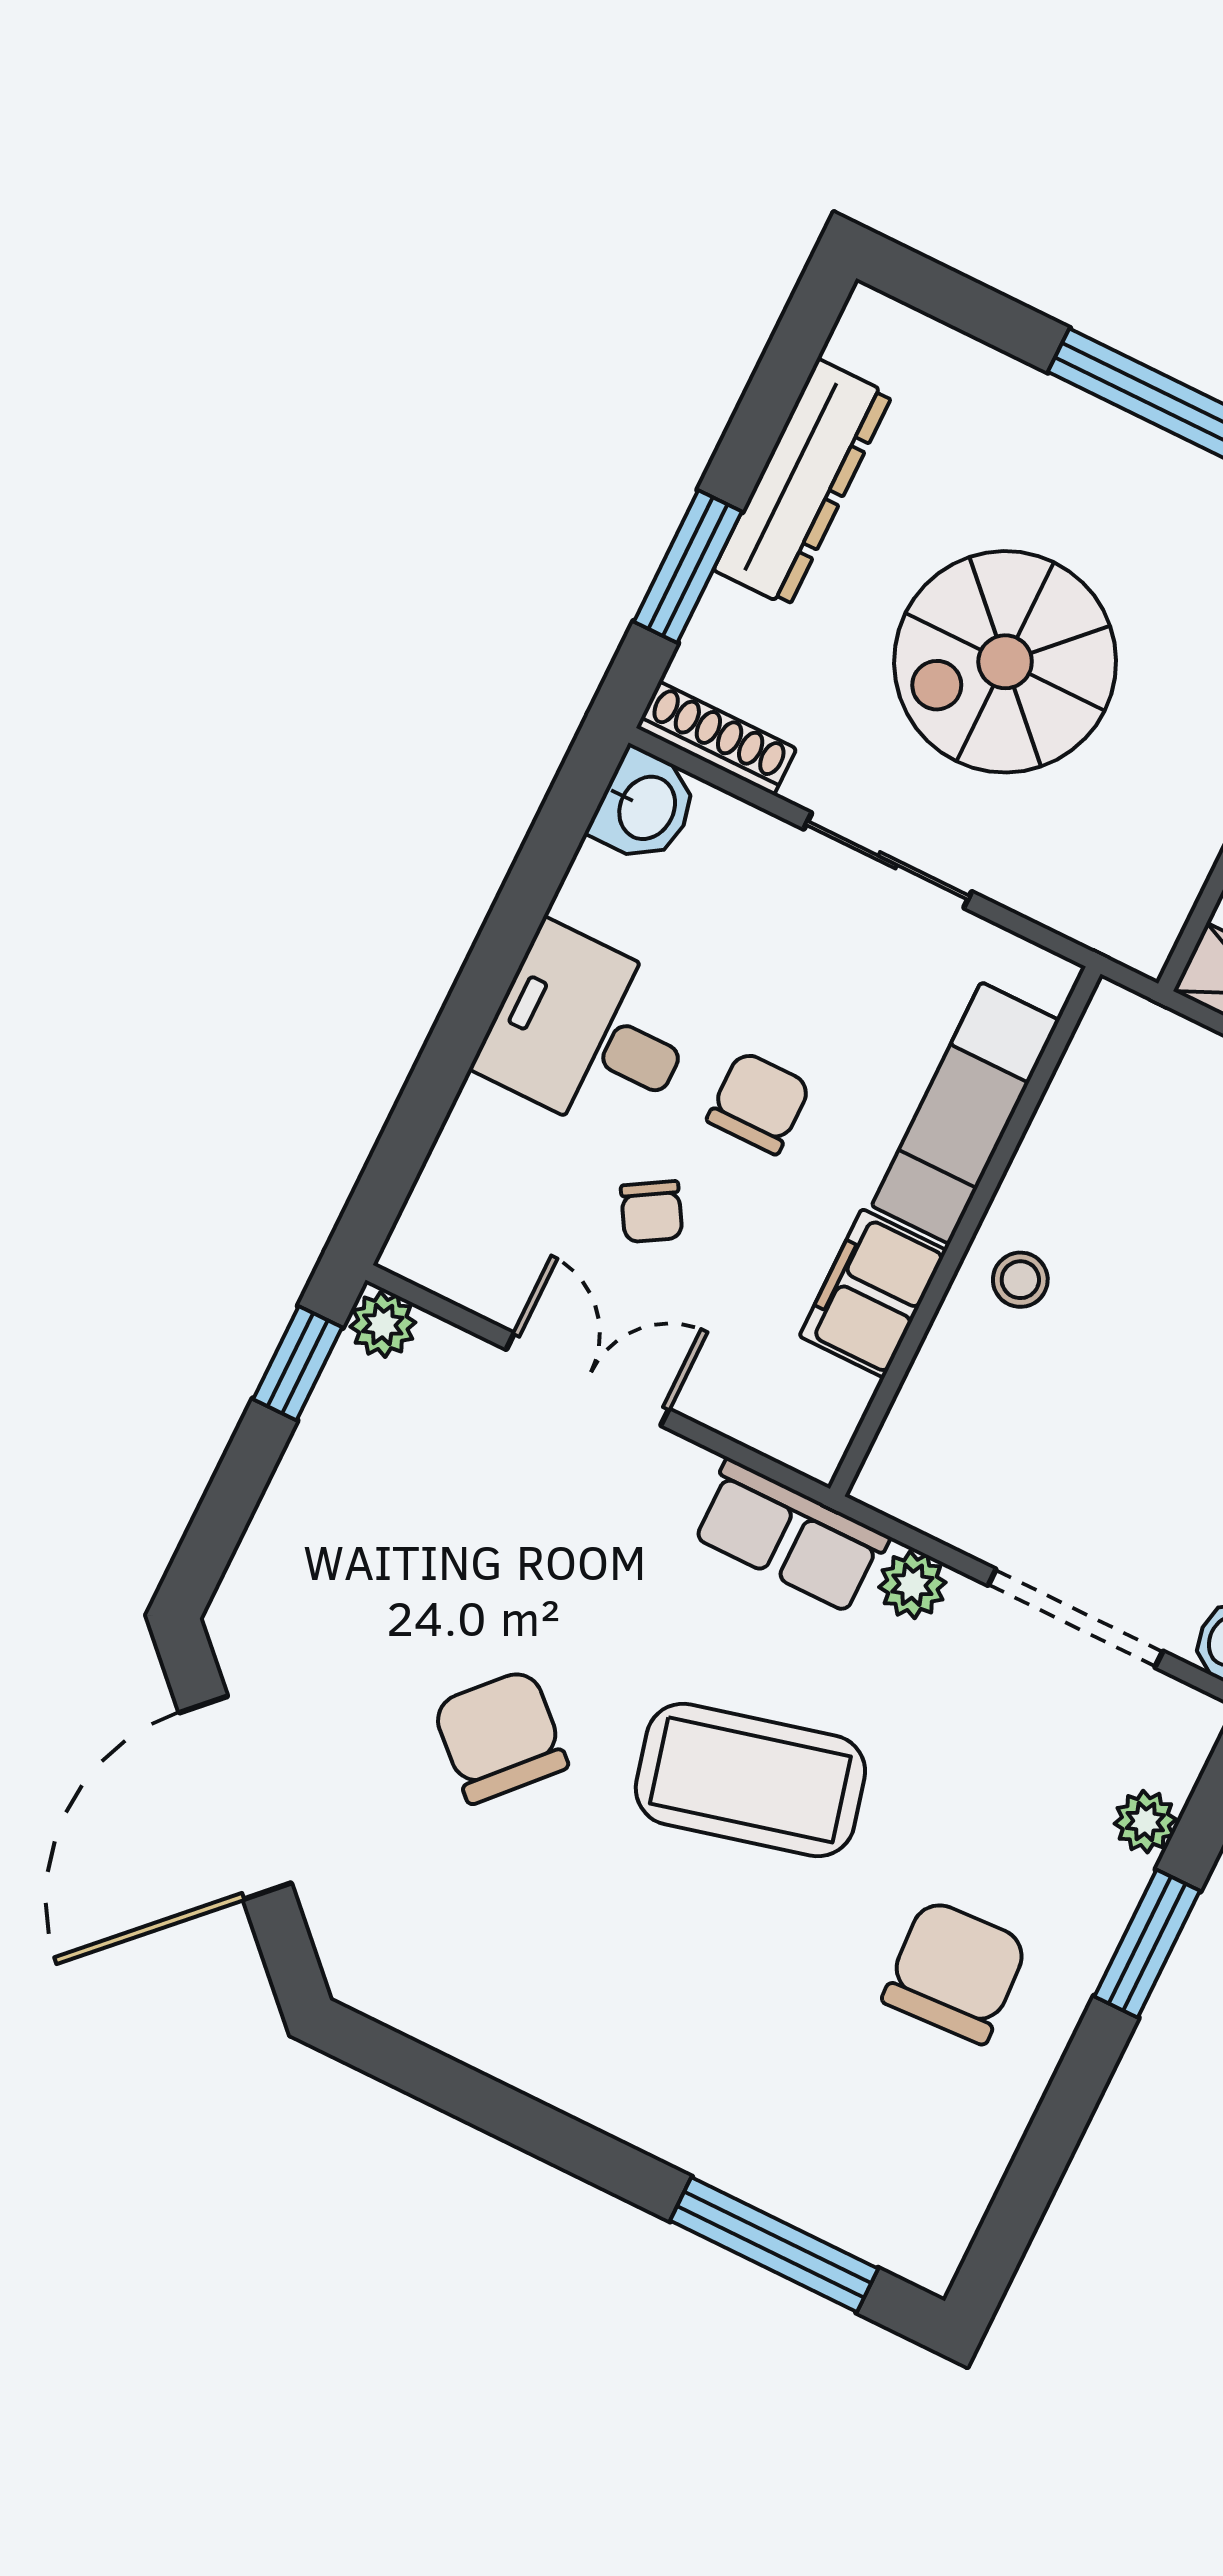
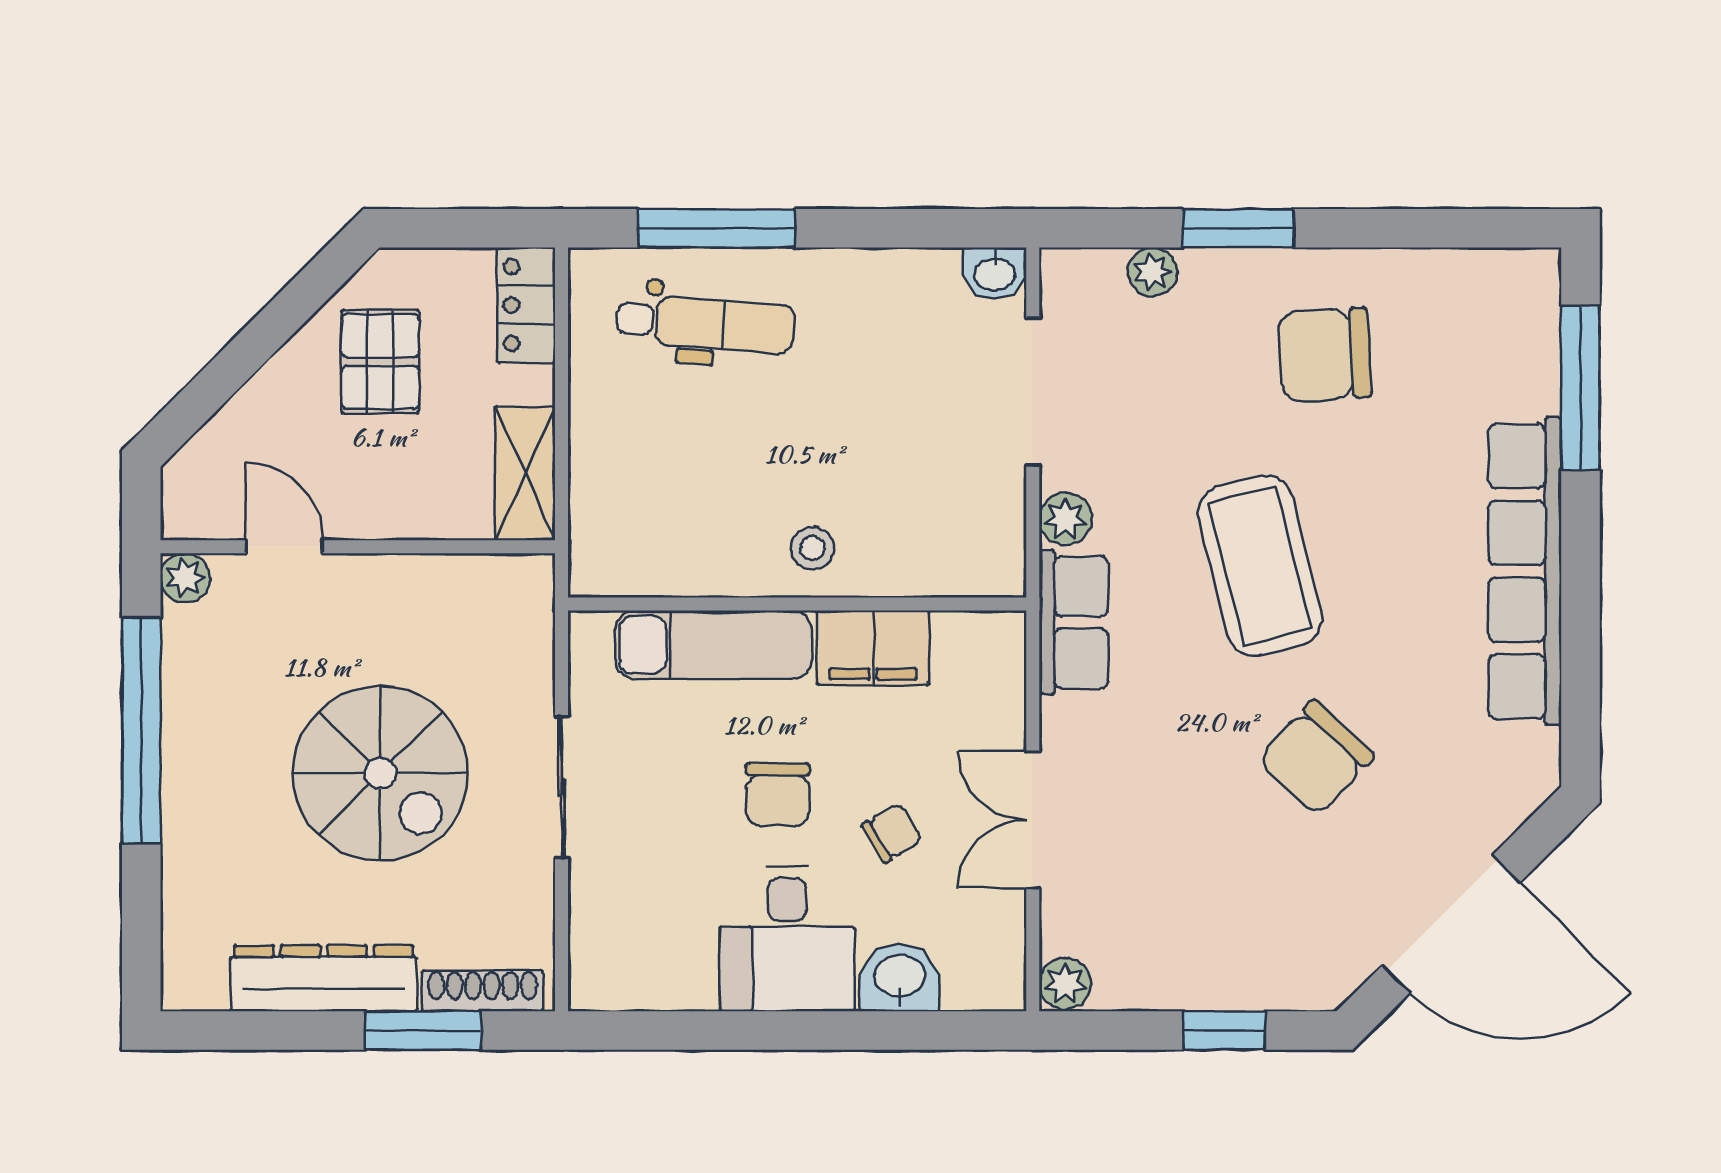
shoe rack: (716, 738) -> (482, 991), moved, turned 90
washbasin: (645, 807) -> (900, 978), moved
chair: (759, 1103) -> (778, 795), turned -90
window: (298, 1363) -> (1224, 1031), moved
row of seats: (596, 2079) -> (1525, 571), added

